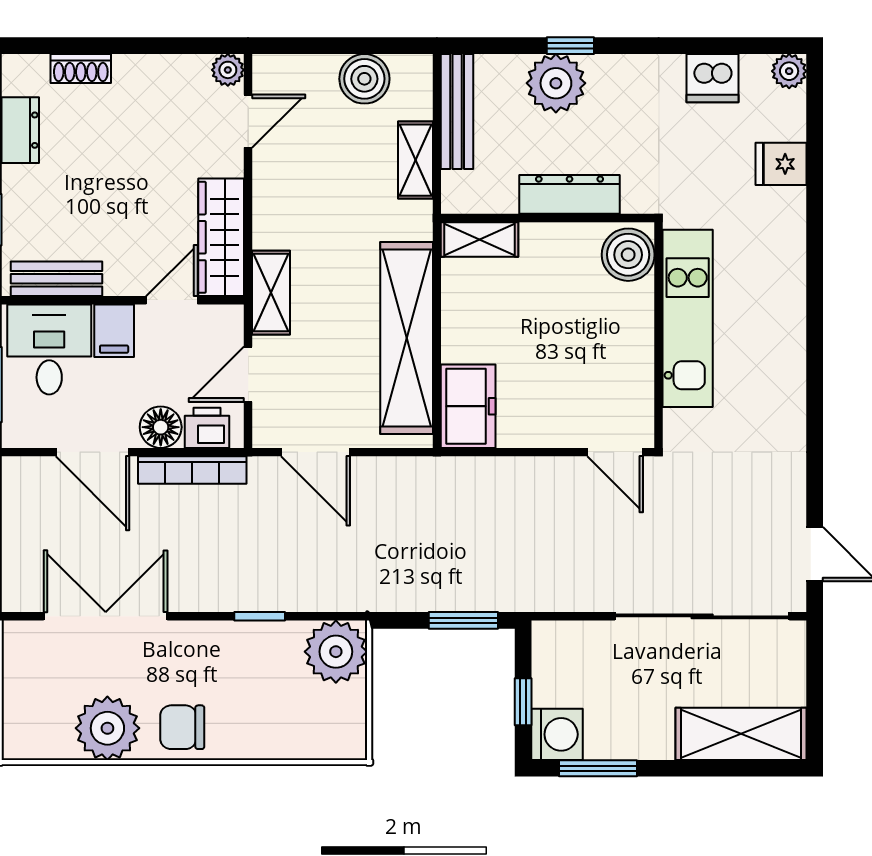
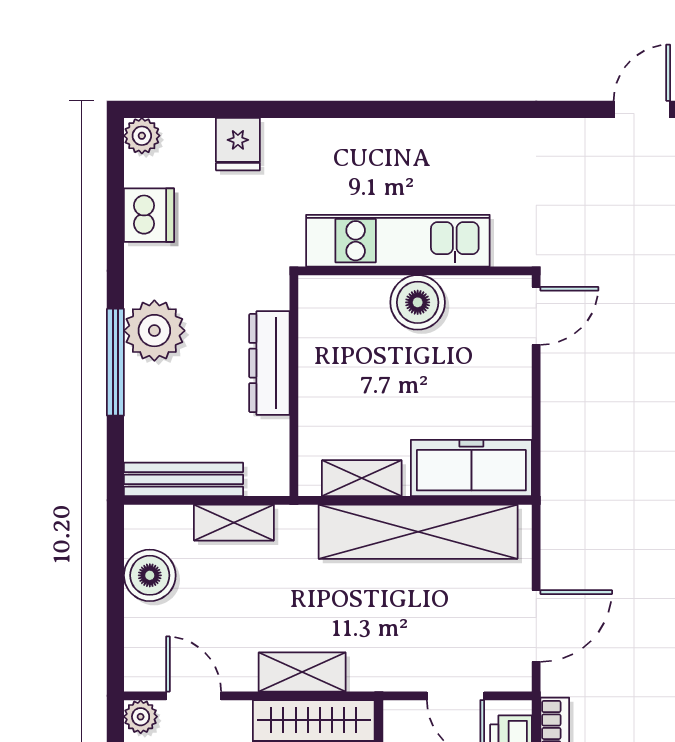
window: (570, 46) -> (115, 362), width x2.17
plant: (556, 83) -> (154, 331), moved
shelving: (480, 240) -> (362, 478), moved, turned 90
boiler: (628, 255) -> (418, 302), moved
shelving: (271, 293) -> (302, 672), moved
freezer: (468, 406) -> (471, 468), width x1.40

